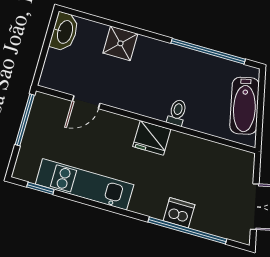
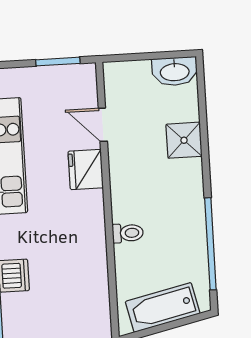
window: (25, 120) -> (58, 62), width x0.69
fridge: (152, 138) -> (86, 169), moved

